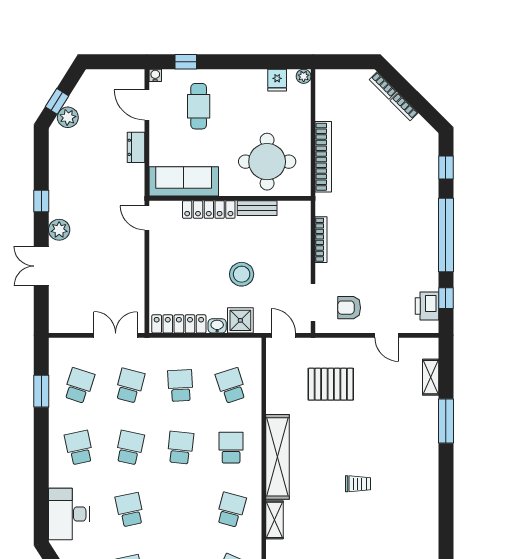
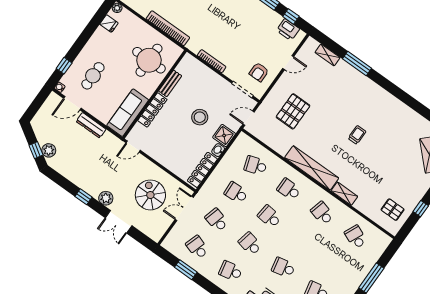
cafe table: (199, 106) -> (93, 76), turned 90
dresser: (136, 147) -> (91, 125), width x1.44
spiral stairs: (102, 282) -> (150, 195), added

